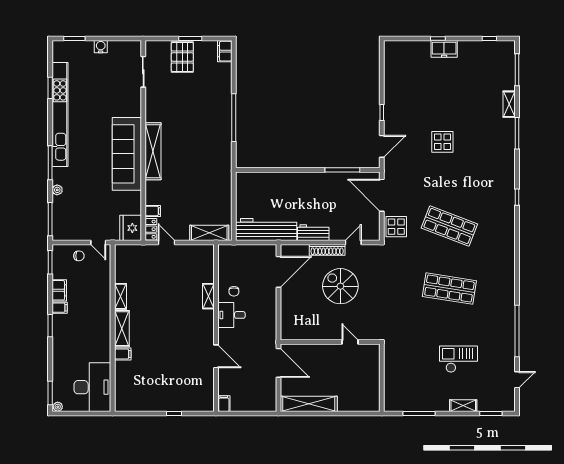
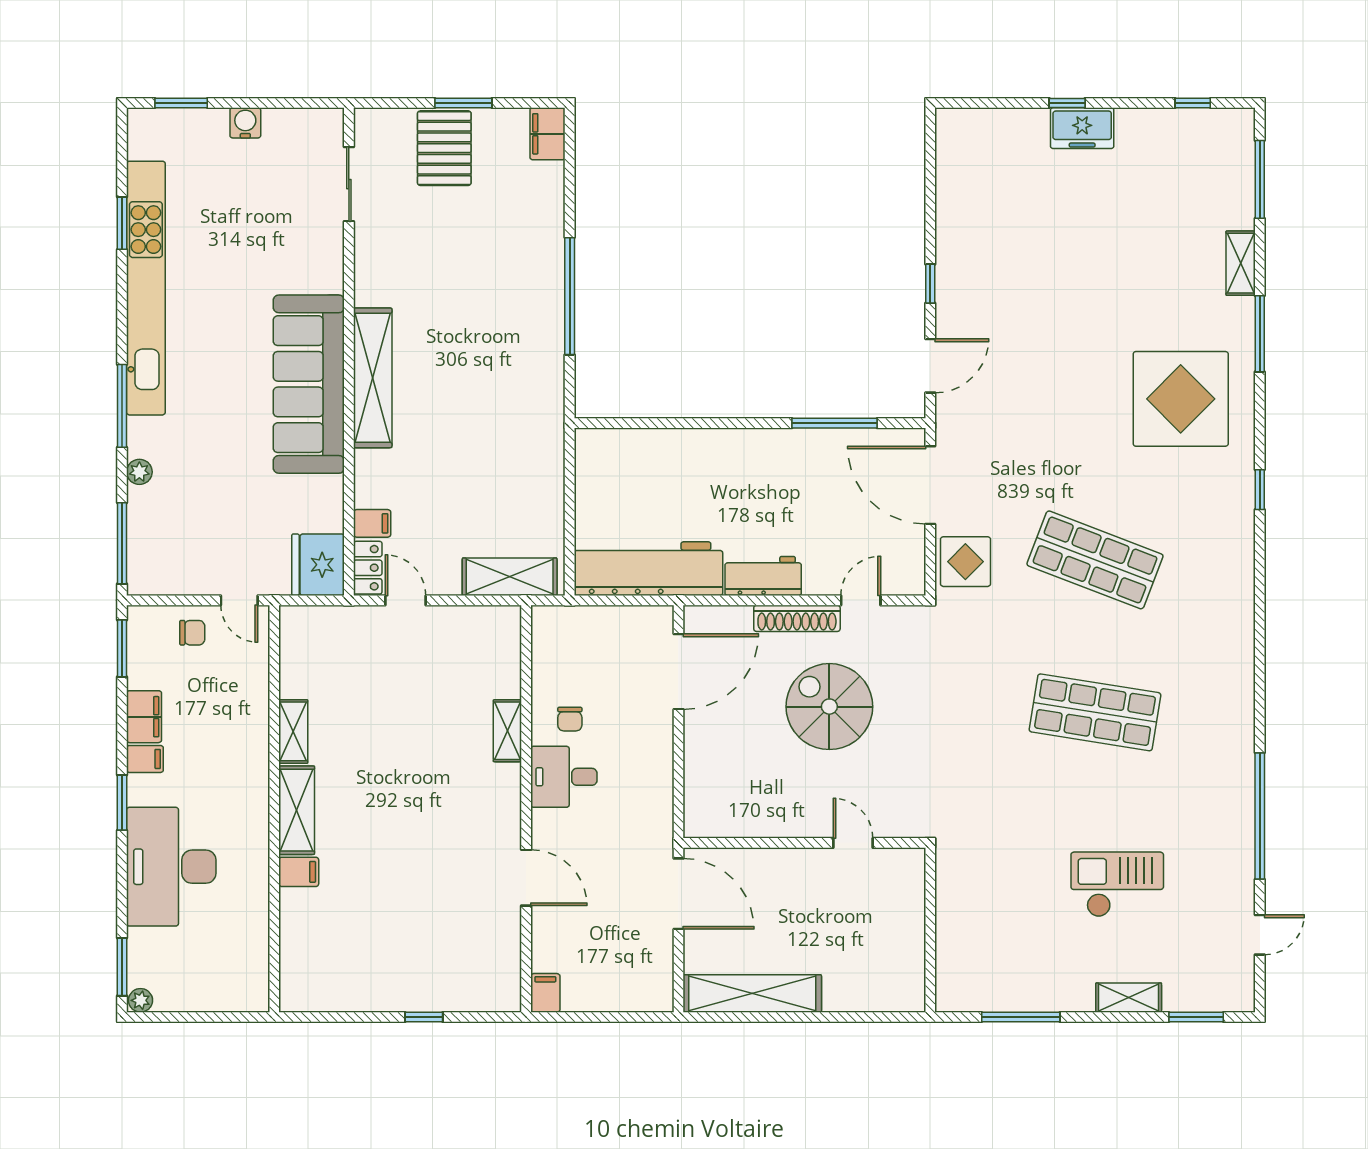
display table: (442, 142) -> (1181, 399), moved, width x1.86, depth x1.86
desk: (92, 387) -> (171, 867), moved, turned 180

